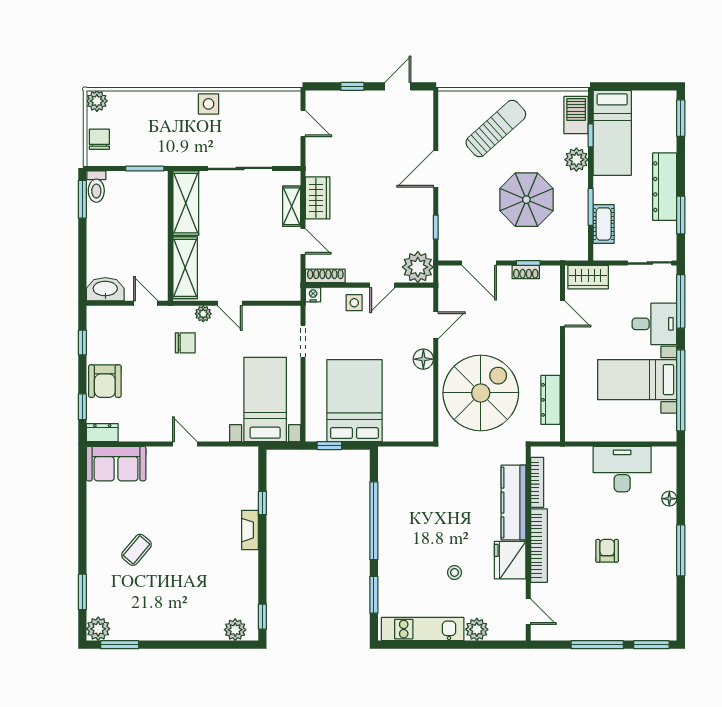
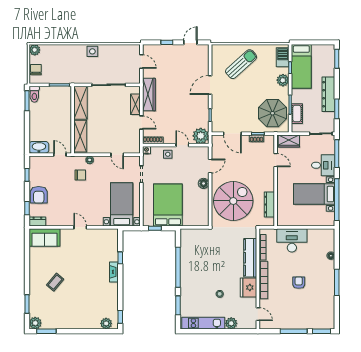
wardrobe: (318, 198) -> (149, 95), width x1.50
parasol: (526, 200) -> (272, 113), moved
door: (382, 285) -> (182, 145), swing flipped
door: (230, 303) -> (117, 155), moved
desk: (622, 469) -> (292, 240), moved

